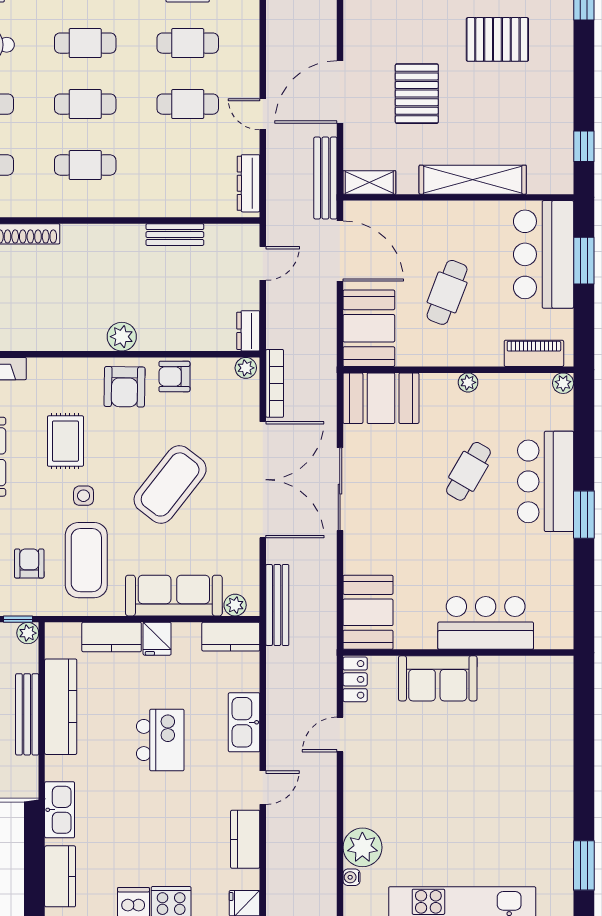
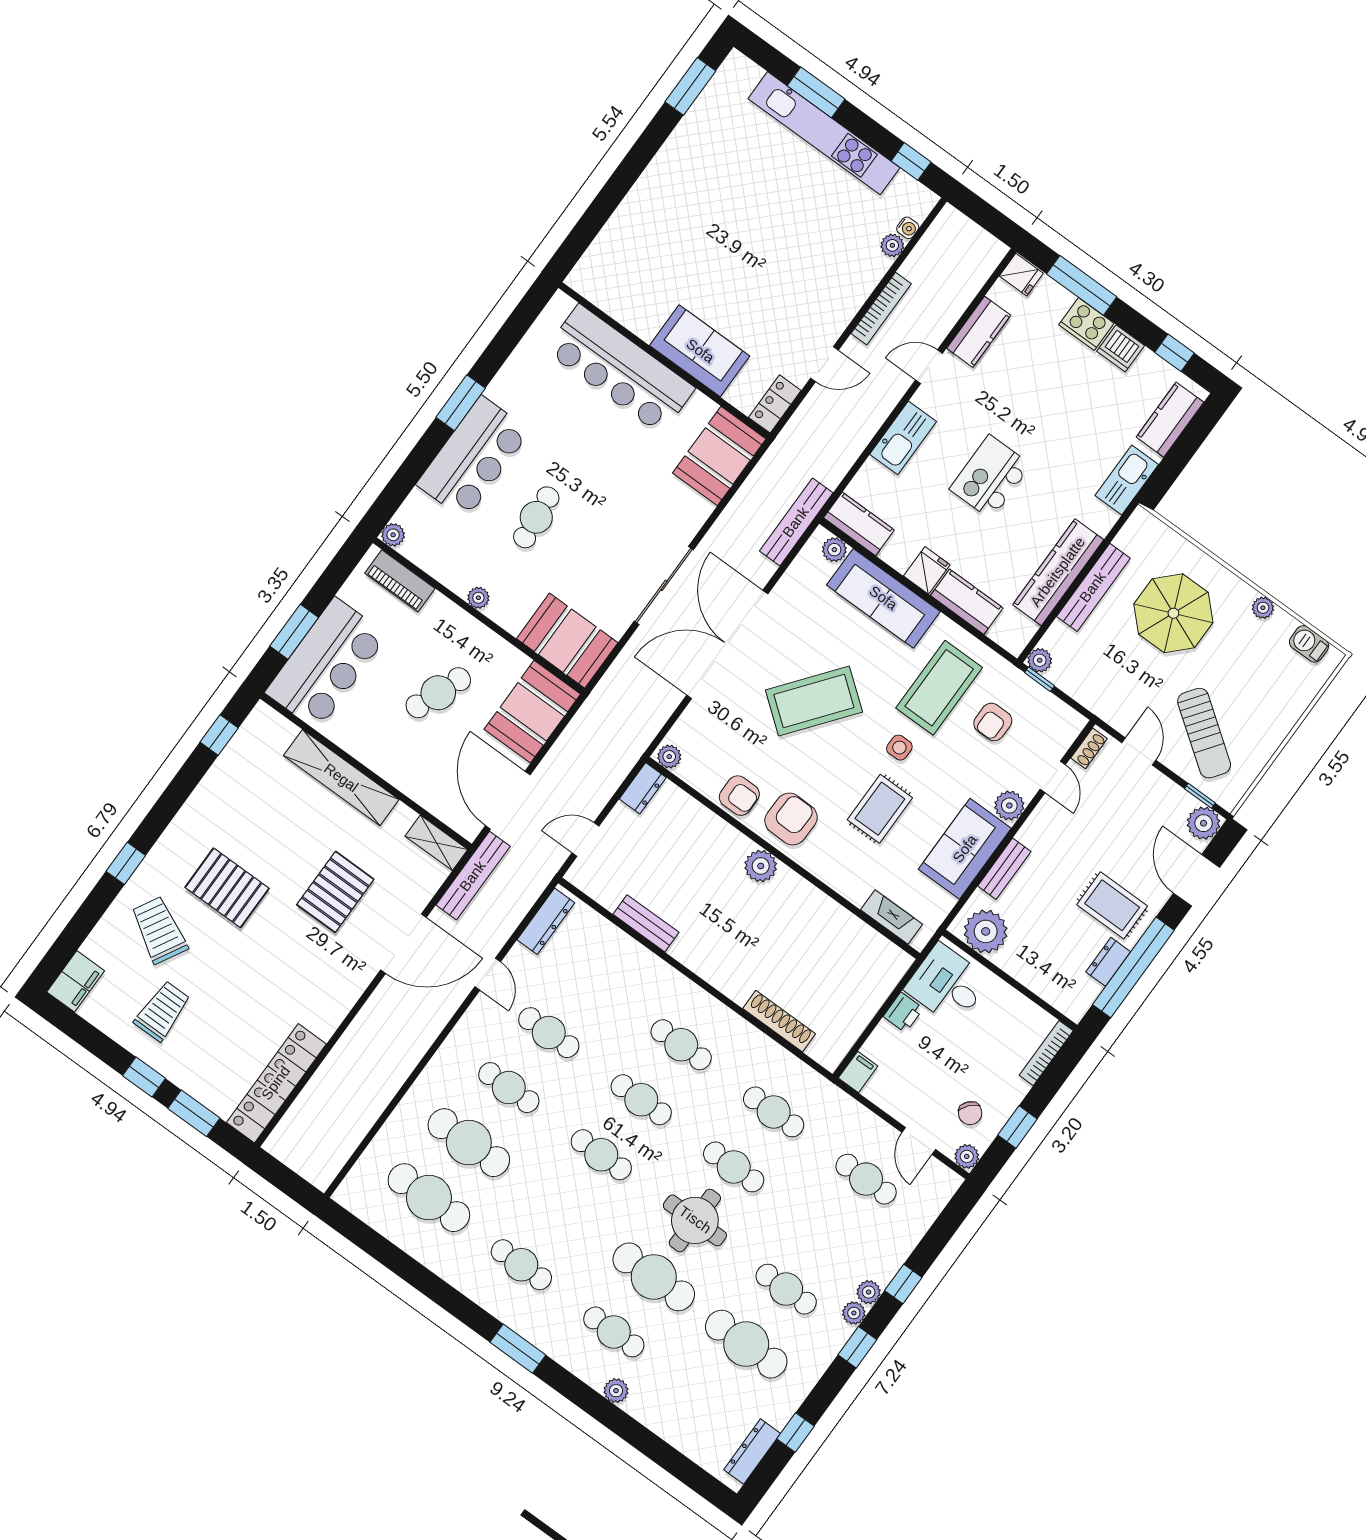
bookcase: (275, 383) -> (881, 309), moved, turned 180
cafe table: (468, 471) -> (536, 517), turned -36
bar counter: (486, 623) -> (620, 369), width x1.36
plant: (362, 847) -> (892, 245), width x0.53, depth x0.53

